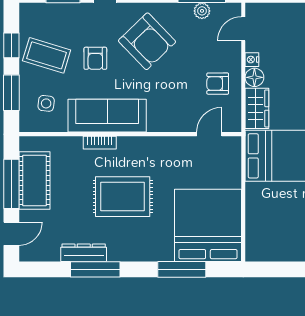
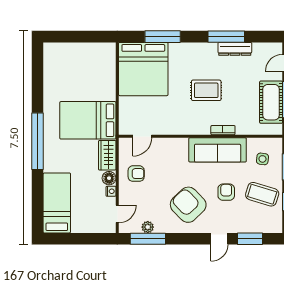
rug: (123, 197) -> (206, 90), width x0.73, depth x0.70

